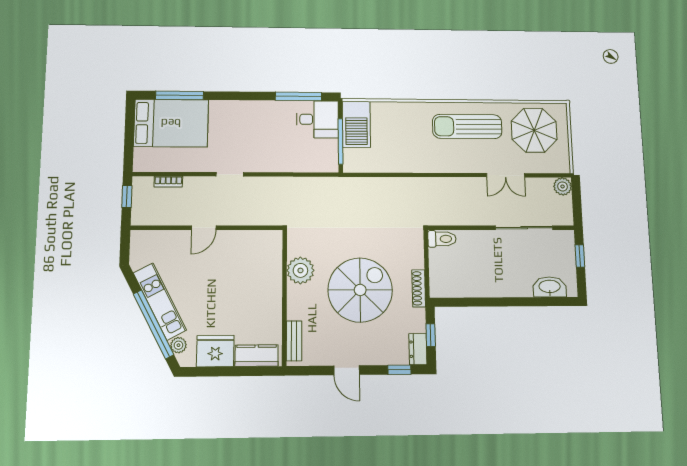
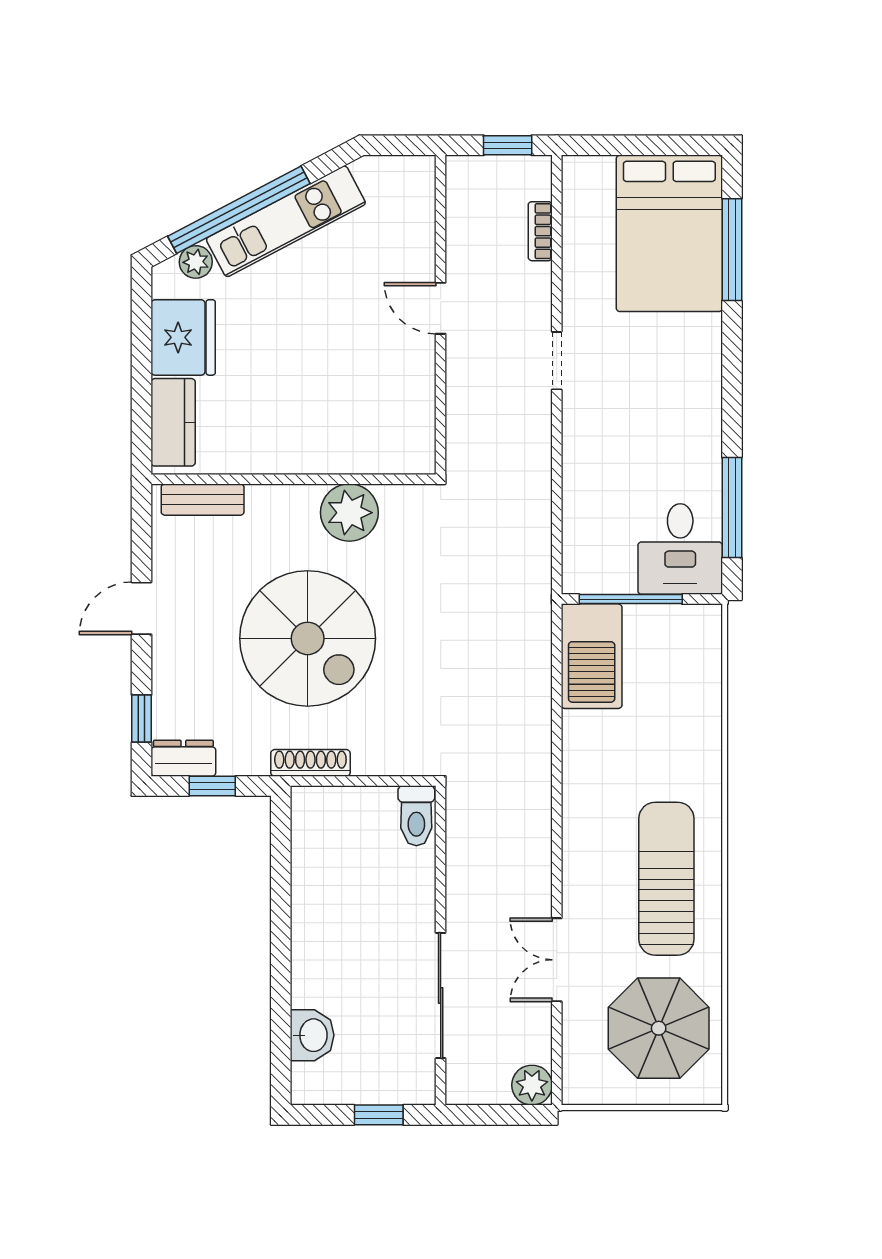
barbecue: (356, 124) -> (592, 656), moved, turned -90
washbasin: (550, 287) -> (312, 1035), width x0.72

